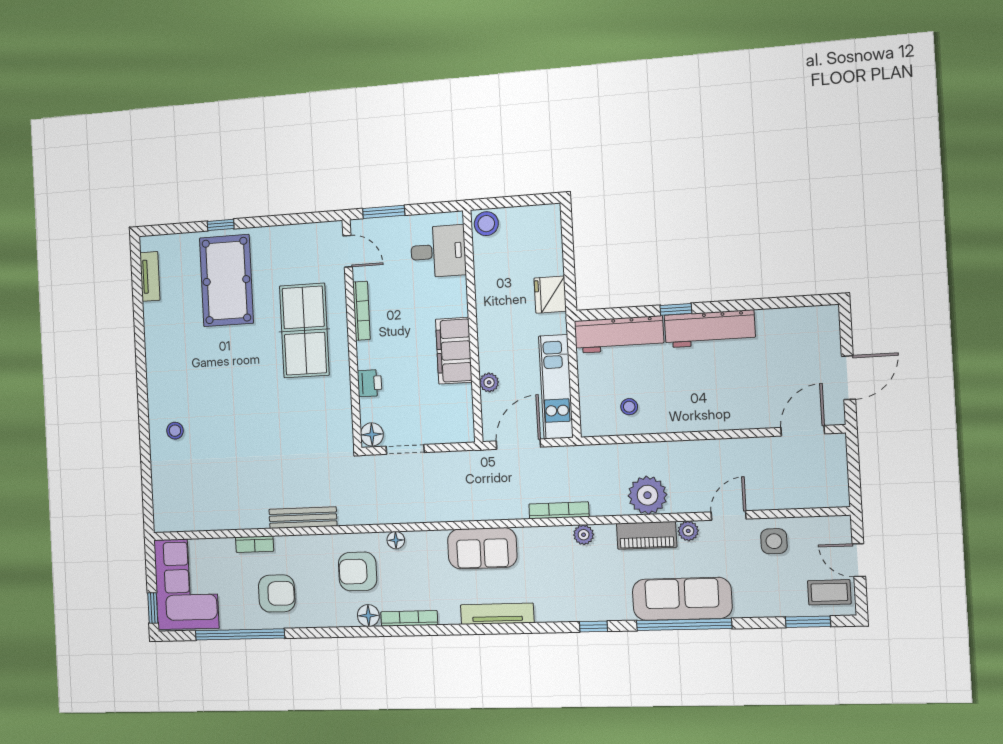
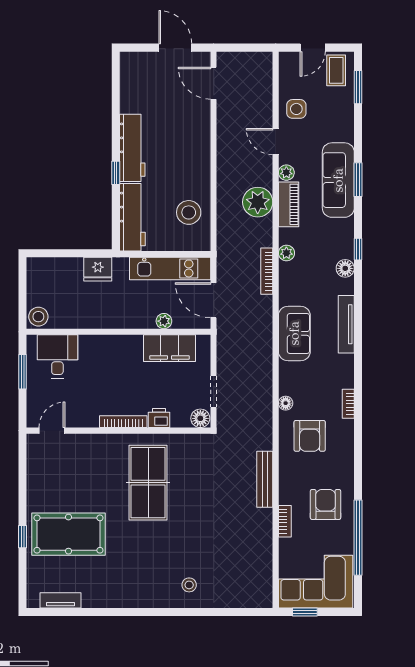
window: (384, 212) -> (23, 372), moved
bookcase: (361, 311) -> (123, 422), moved
table tennis table: (304, 330) -> (148, 483), moved, turned 90
filing cabinet: (454, 351) -> (169, 348), moved
stool: (629, 407) -> (189, 212), width x1.89, depth x1.89
window: (153, 608) -> (305, 612), moved
floor lamp: (368, 616) -> (345, 268), moved
bookcase: (409, 618) -> (348, 404), width x0.64
window: (684, 625) -> (358, 180), width x0.47

